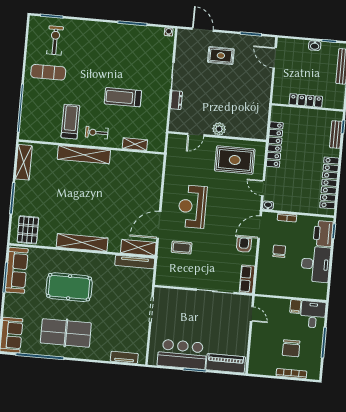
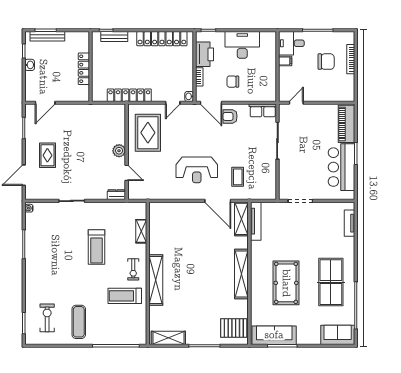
exercise bike: (55, 40) -> (47, 318), turned 90
dresser: (176, 100) -> (116, 195), moved
printer: (323, 233) -> (205, 54), moved, turned -90

